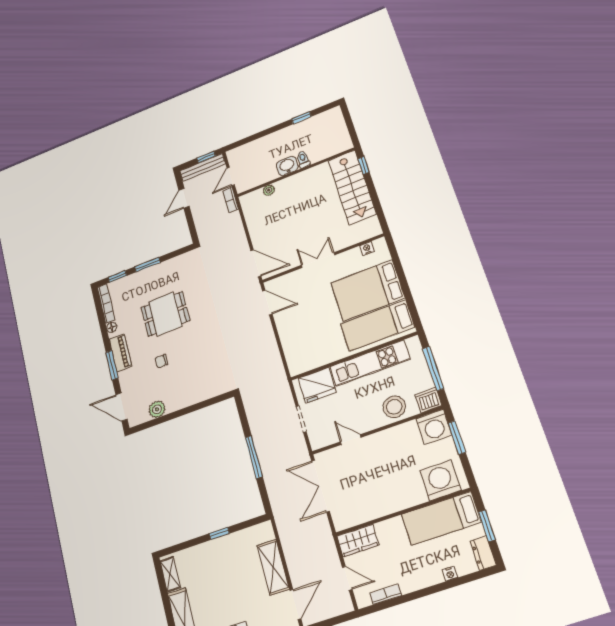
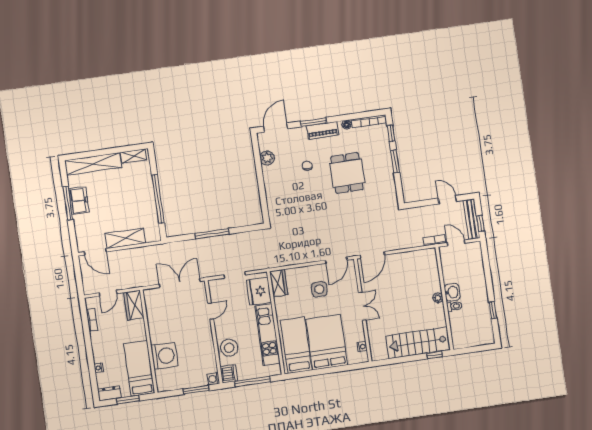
plant: (269, 190) -> (438, 298), moved
side table: (305, 314) -> (319, 289), added
wardrobe: (303, 363) -> (279, 283), added
washing machine: (434, 427) -> (213, 379), width x0.53, depth x0.53
washing machine: (440, 480) -> (164, 356), moved
window: (219, 533) -> (158, 199), width x3.17

